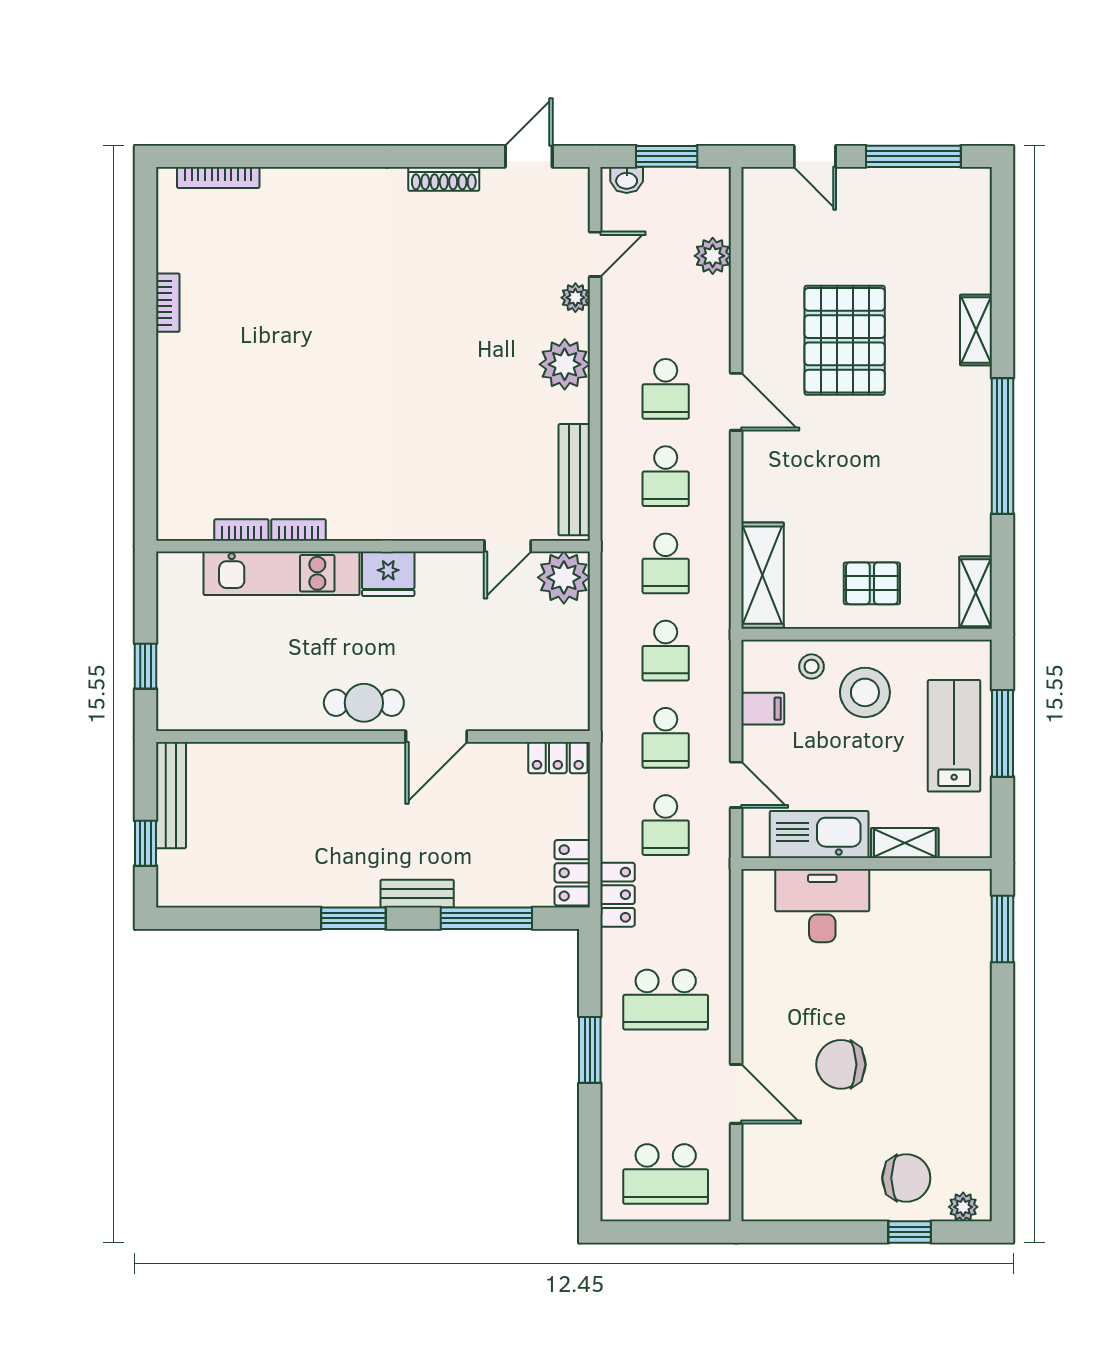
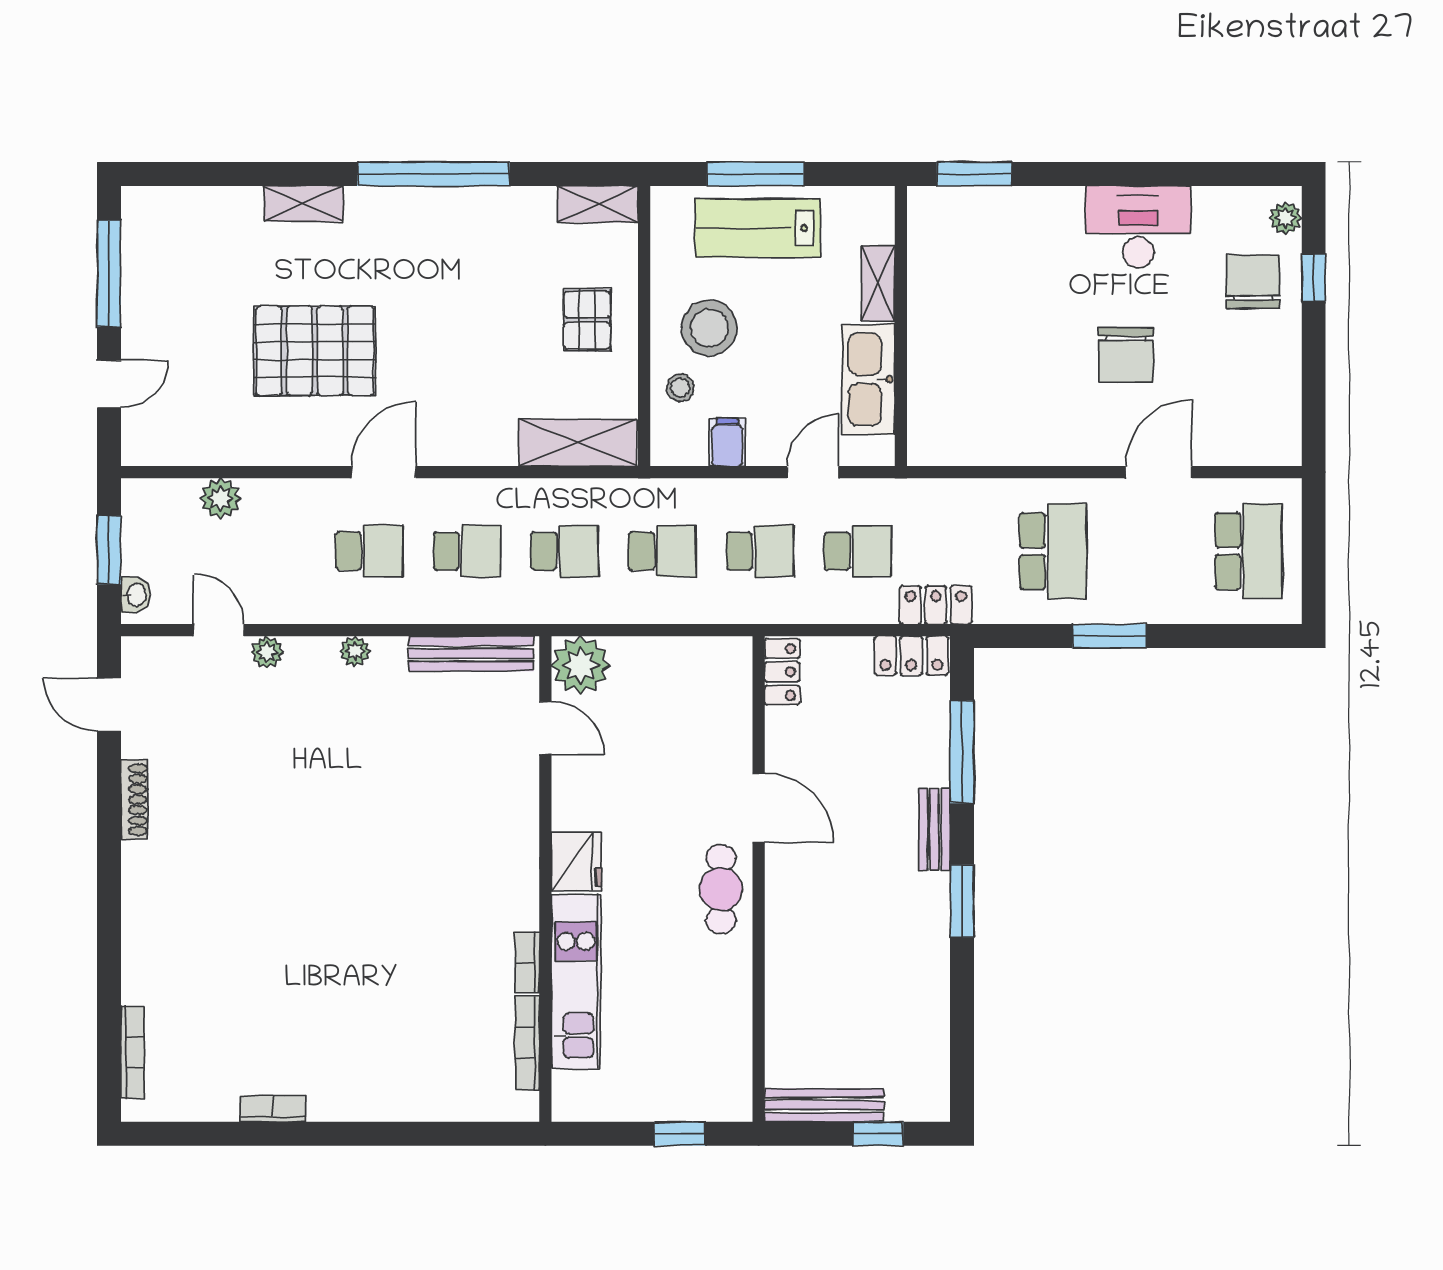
plant: (565, 364) -> (355, 651), width x0.53, depth x0.53
bookcase: (241, 530) -> (527, 1043), width x1.56
desk: (822, 906) -> (1138, 227), moved, turned 90

